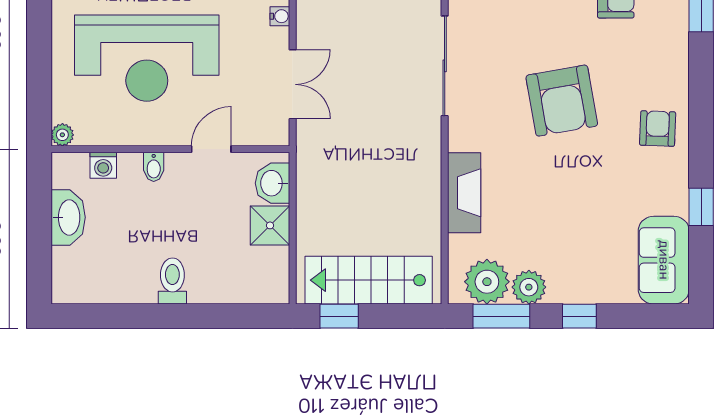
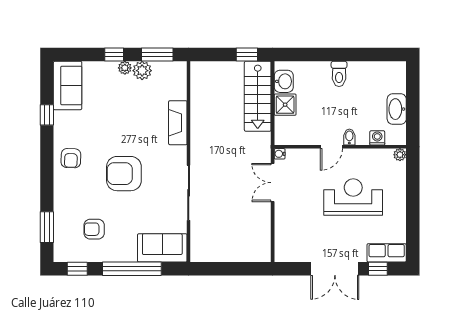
water cooler: (280, 16) -> (280, 154), moved
reception desk: (147, 58) -> (353, 197), width x0.74, depth x0.77
armchair: (562, 101) -> (124, 174), turned -80
door: (211, 149) -> (331, 147), moved
washbasin: (272, 183) -> (284, 81), moved
stairs: (369, 280) -> (258, 96), moved, turned 90
plant: (487, 282) -> (125, 68), moved, width x0.53, depth x0.53

